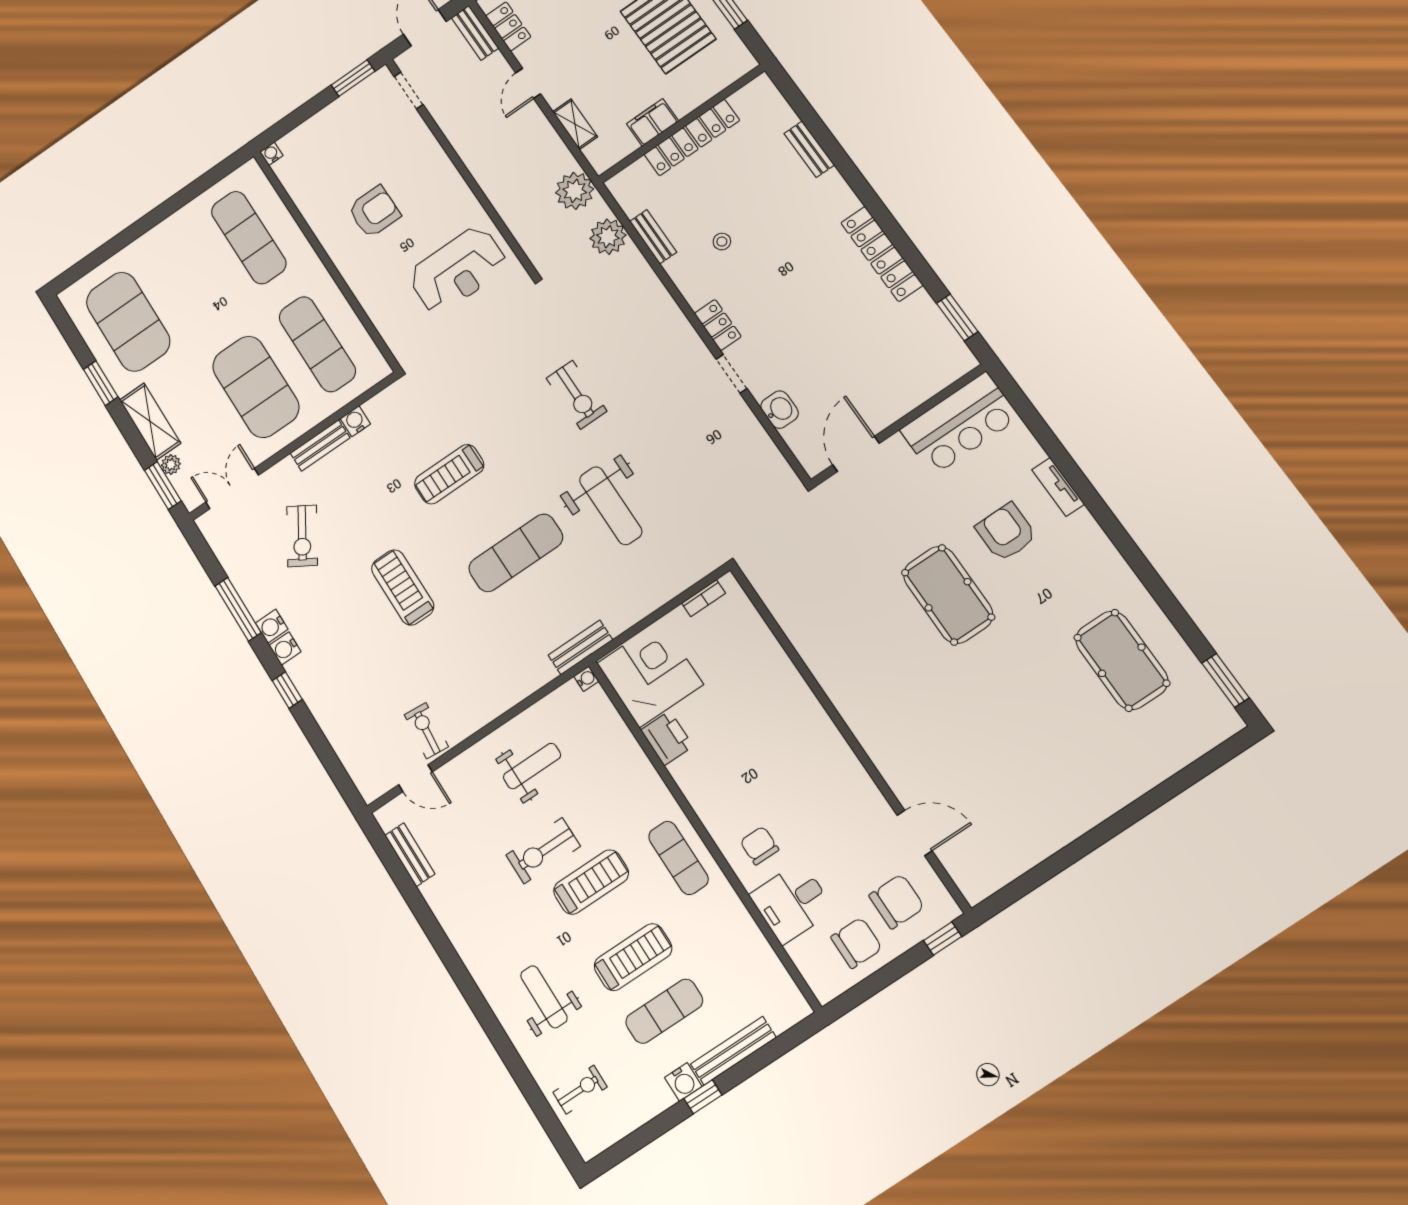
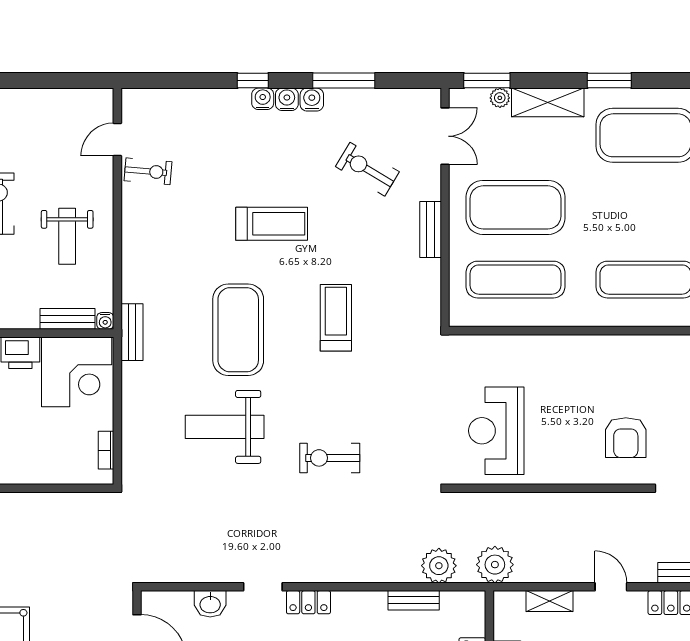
armchair: (374, 212) -> (626, 438), moved
water cooler: (355, 421) -> (263, 99), moved, turned -90
exercise mat: (516, 553) -> (238, 330), width x1.47
bench: (410, 855) -> (67, 319), moved

